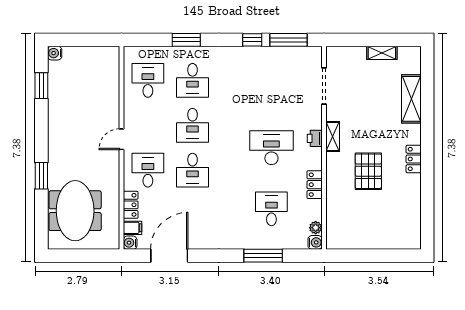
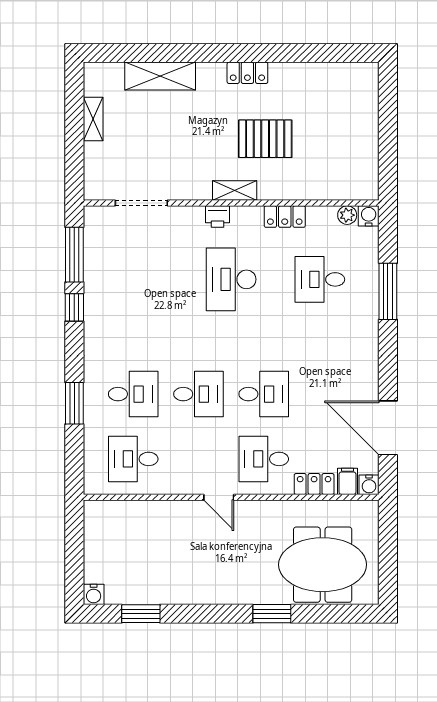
shelving: (333, 136) -> (235, 190), moved

